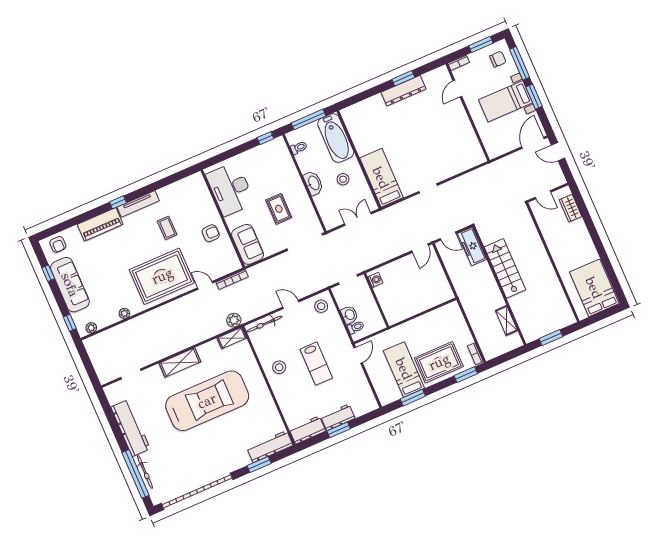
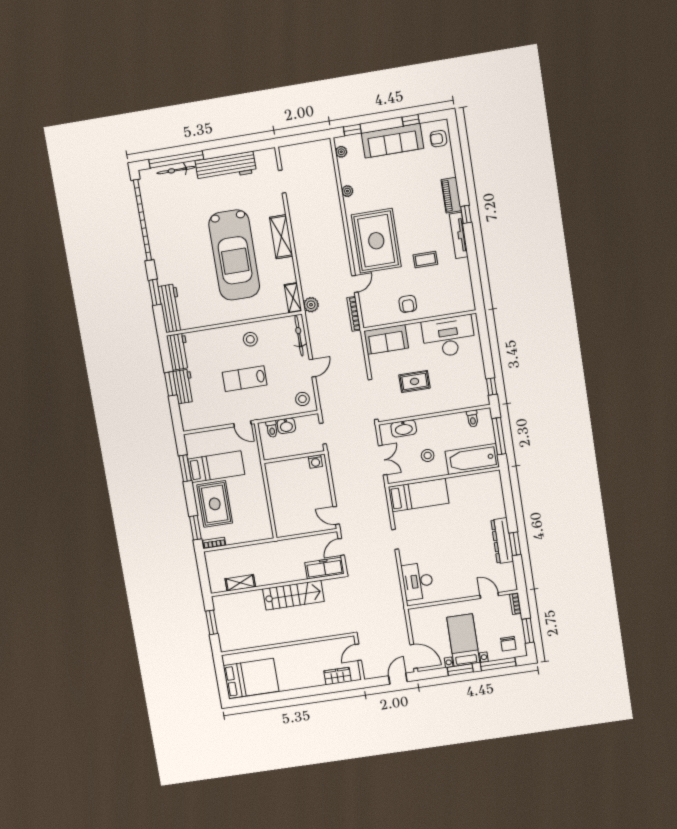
desk: (462, 158) -> (418, 581), added
washbasin: (313, 183) -> (404, 428), moved
piano: (100, 224) -> (451, 195), width x0.73, depth x0.75

